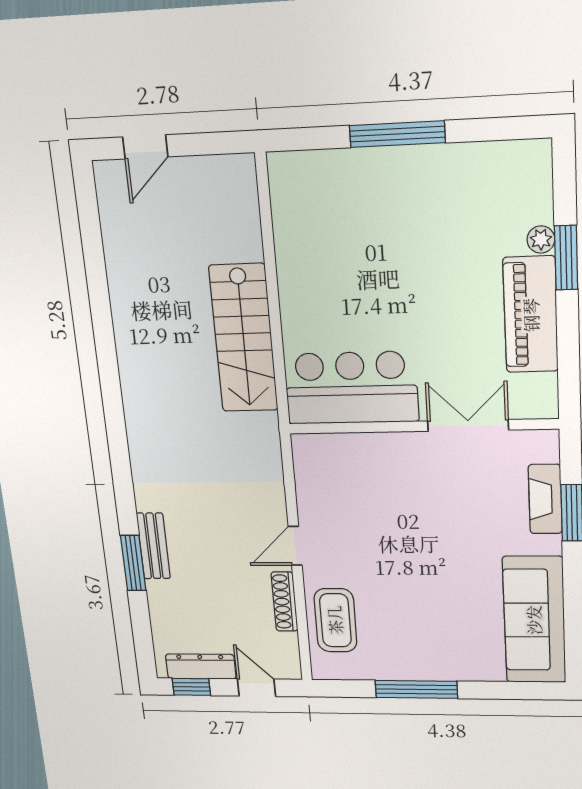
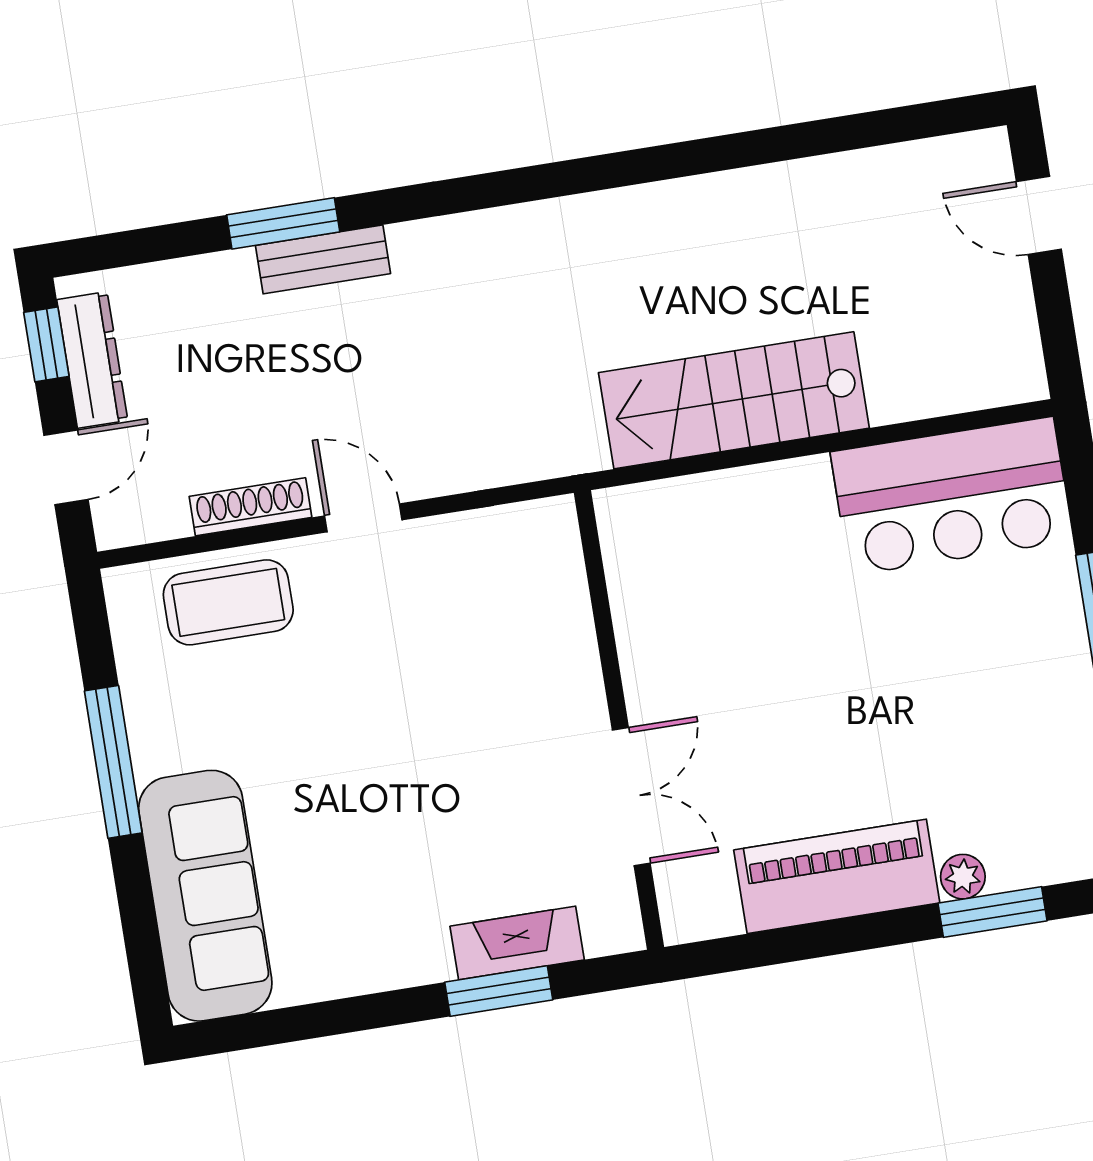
window: (566, 258) -> (993, 912), moved
bar counter: (351, 388) -> (952, 496), moved, turned 90
sofa: (534, 620) -> (205, 896), moved, turned 90

